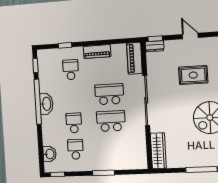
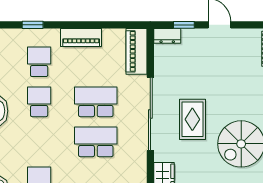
window: (155, 39) -> (184, 25), moved
rug: (193, 75) -> (192, 119), moved, turned 90
school desk: (74, 123) -> (39, 102), moved

